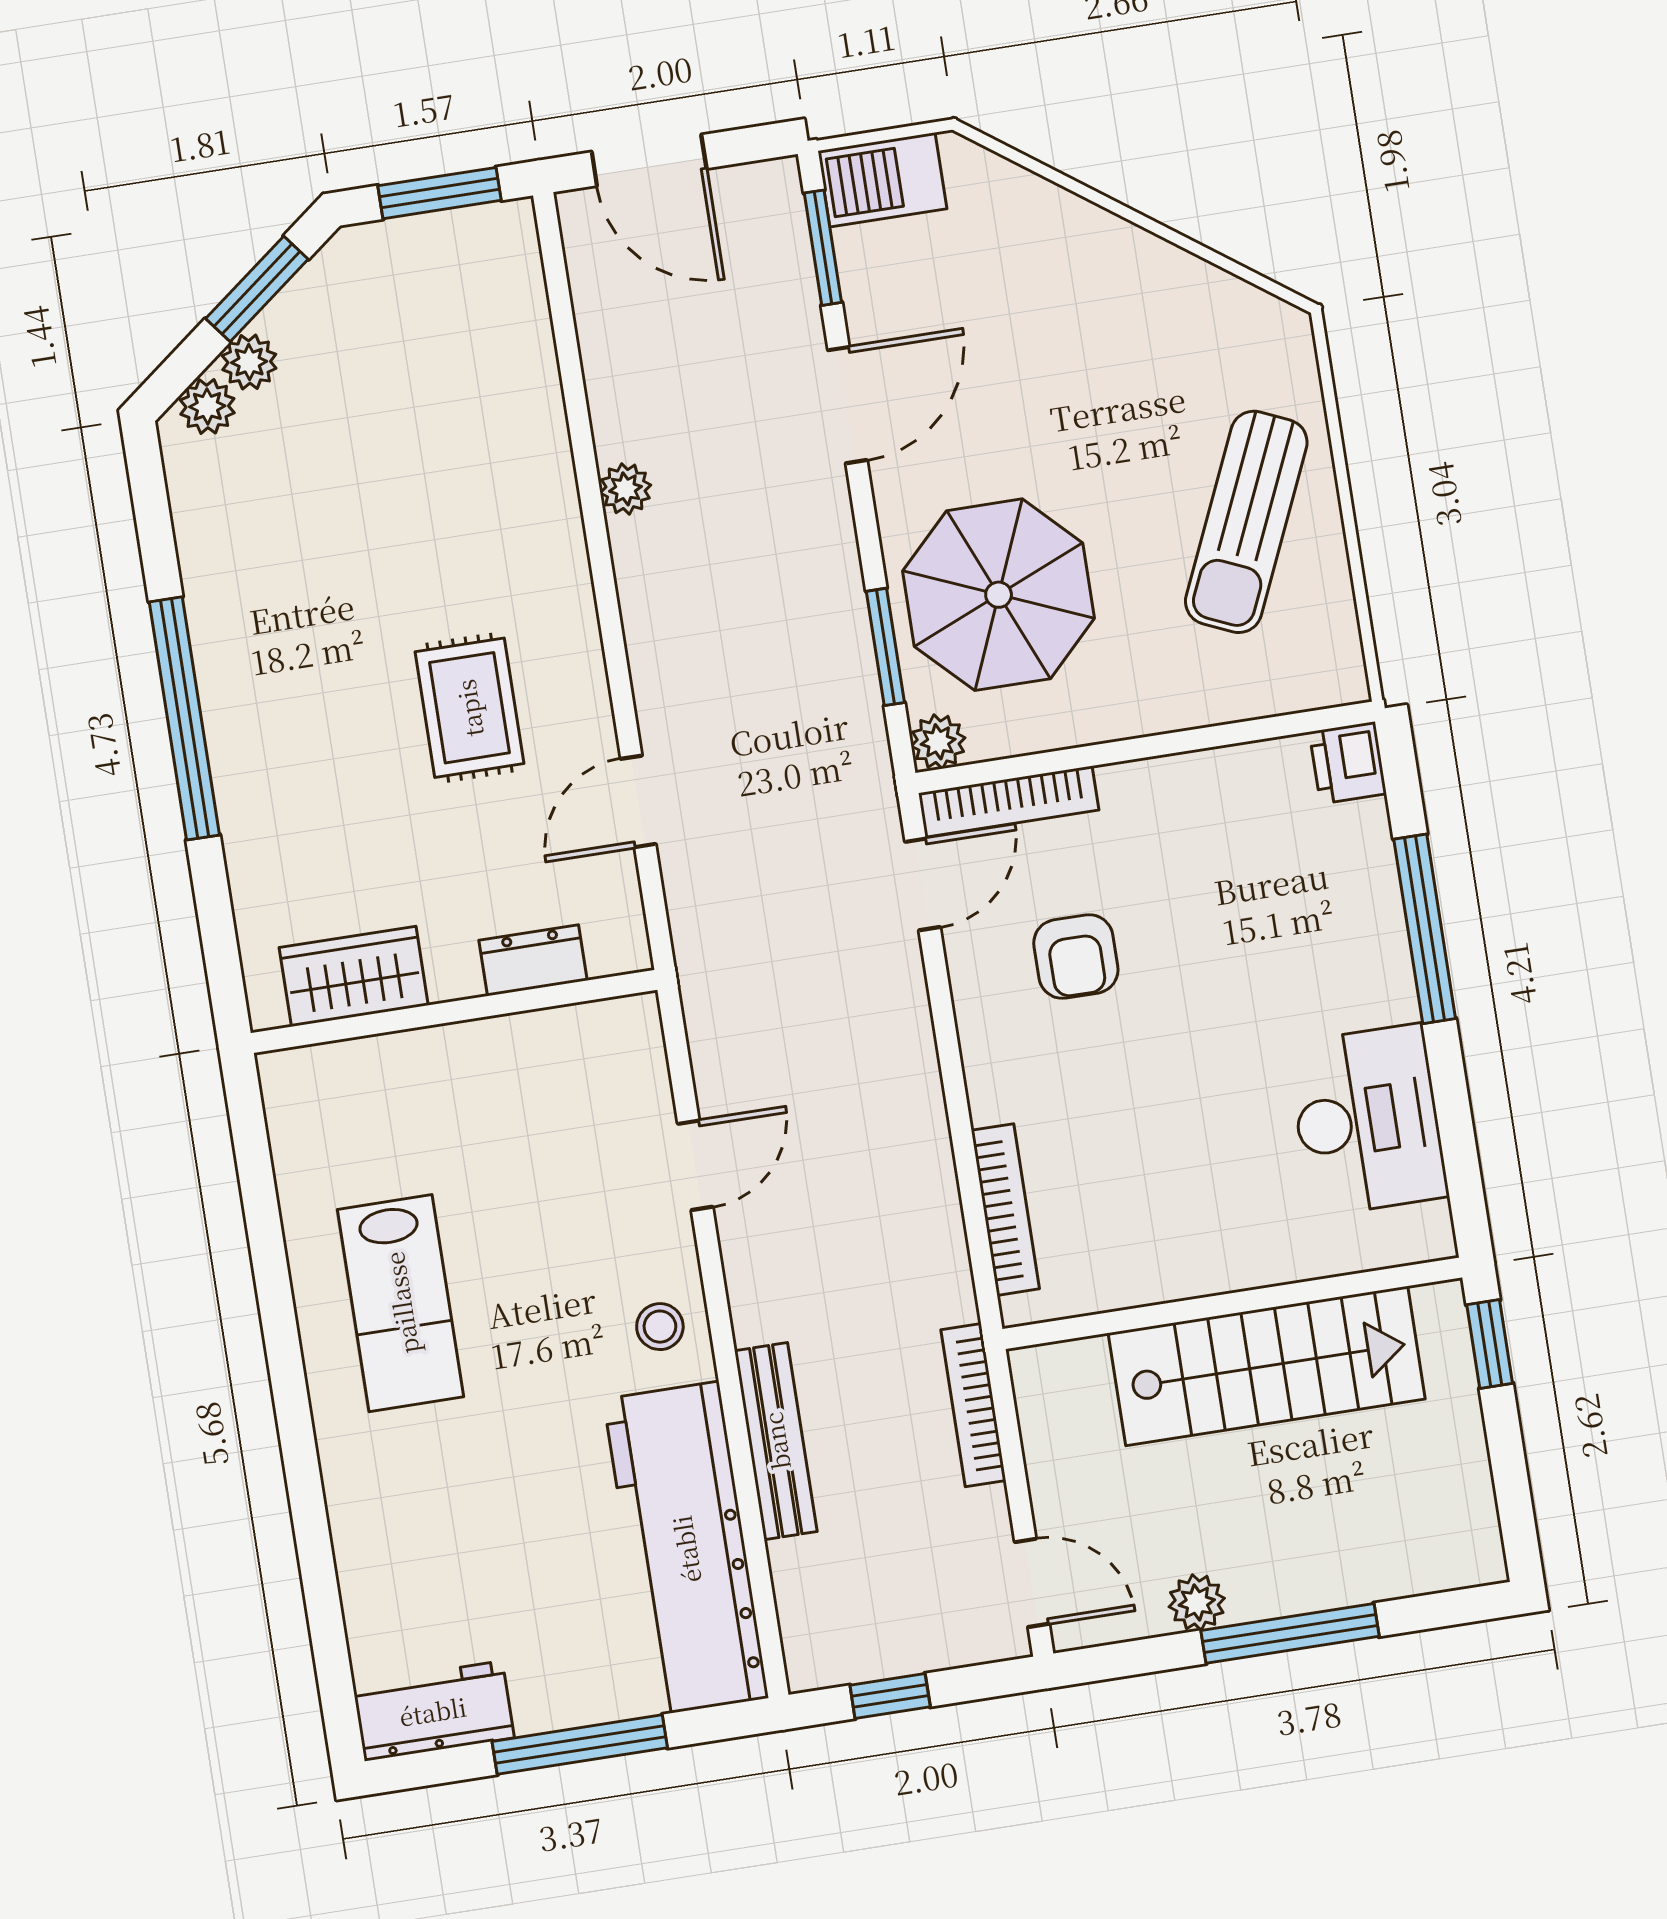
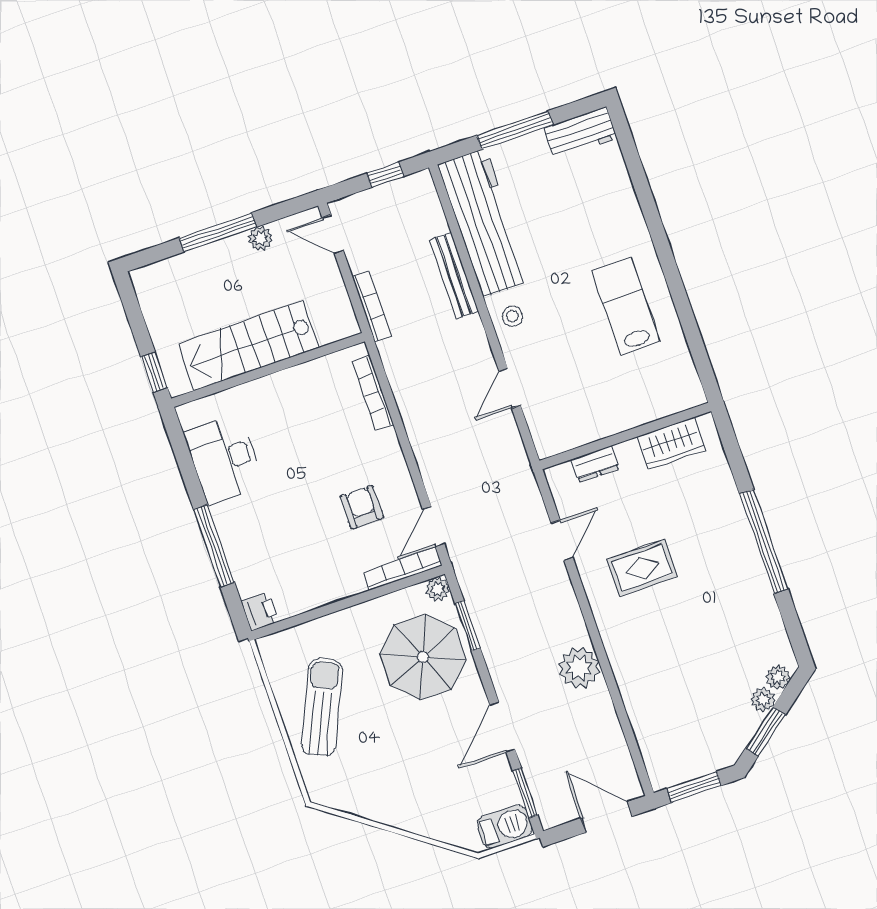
plant: (625, 489) -> (579, 668), width x1.88, depth x1.88
rug: (469, 708) -> (642, 568), turned 90

